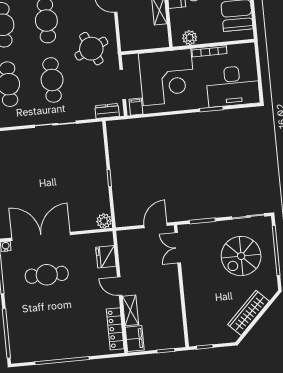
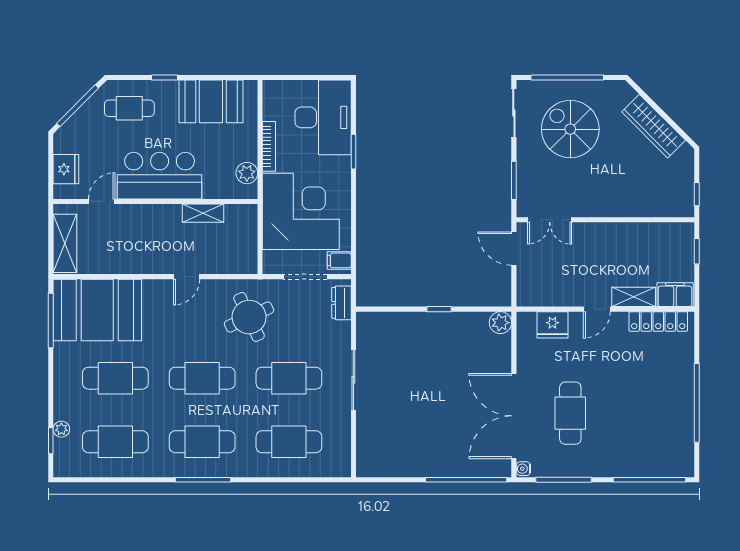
spiral stairs: (241, 256) -> (570, 129), turned 180

